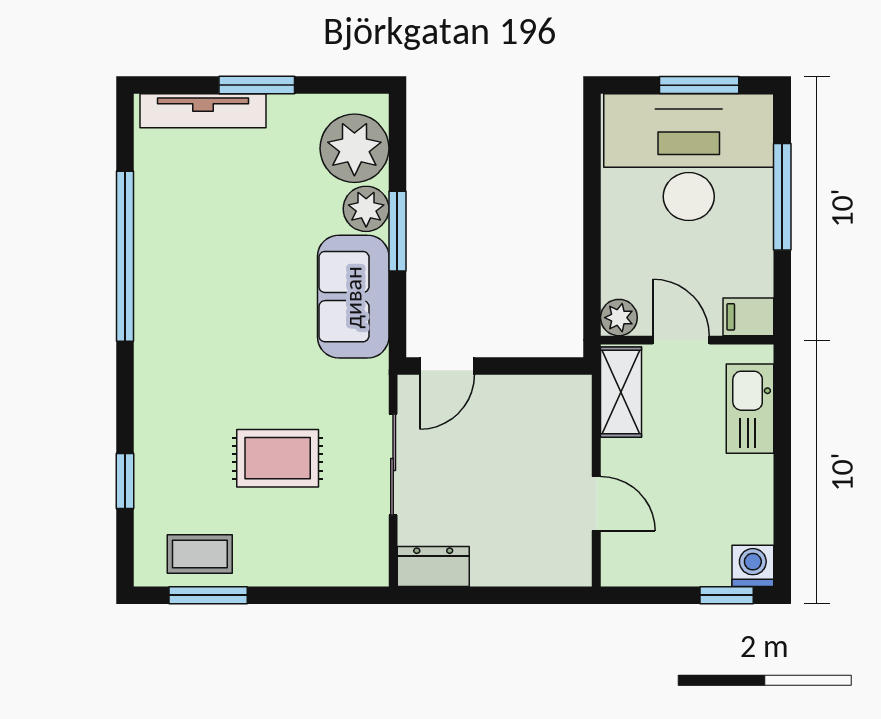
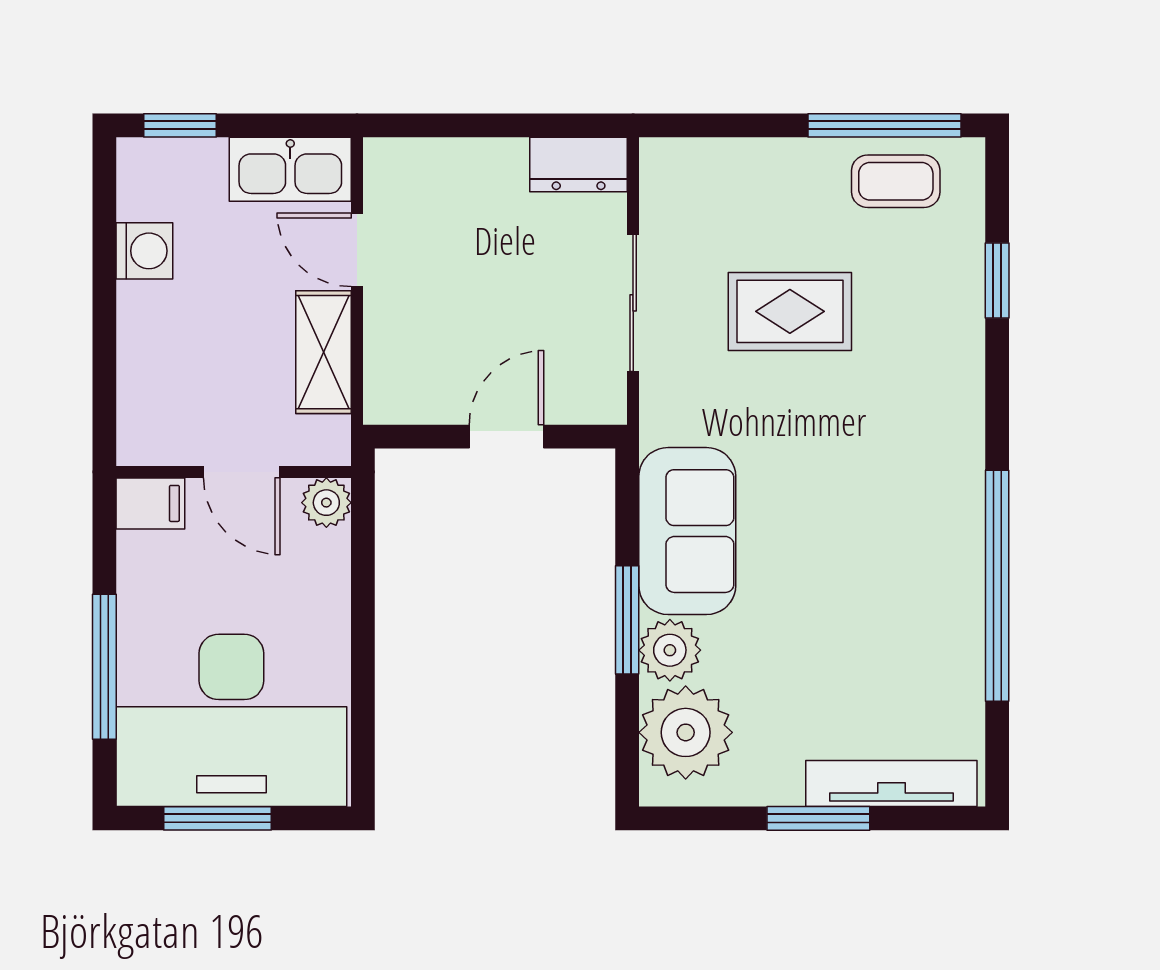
door: (447, 366) -> (507, 437), moved
shelving: (621, 392) -> (323, 352), moved
kitchen sink: (750, 409) -> (290, 169), moved, turned 90
washing machine: (753, 566) -> (144, 251), moved, turned -90
window: (208, 595) -> (884, 125), width x1.44

